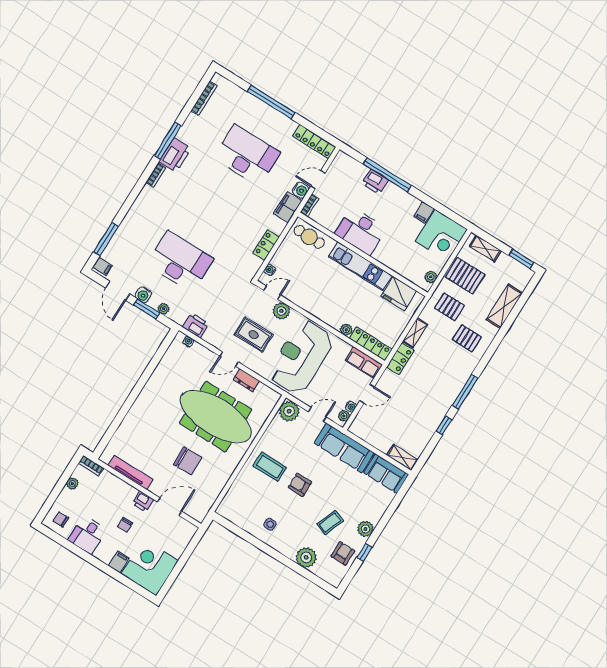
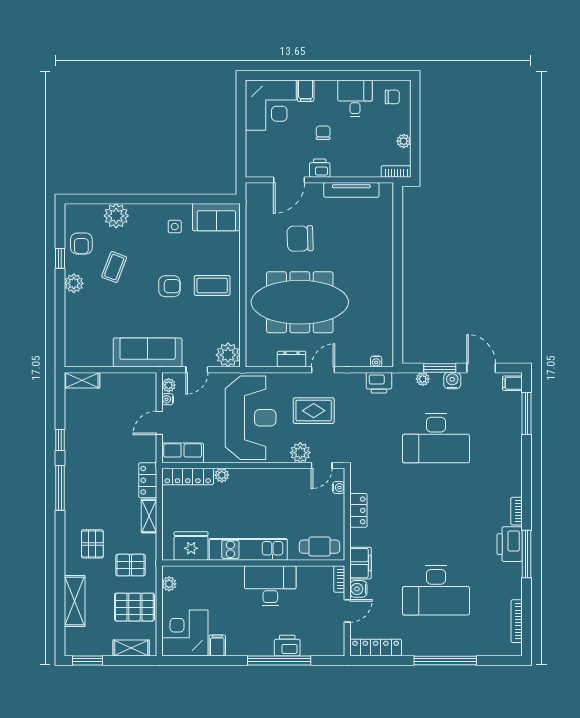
pallet: (467, 338) -> (92, 544), turned 90
sofa: (386, 474) -> (216, 217), moved, turned 180

